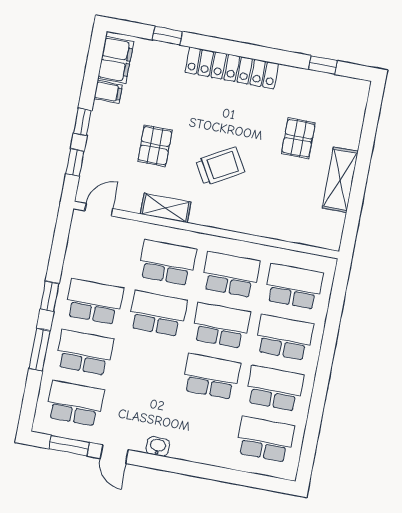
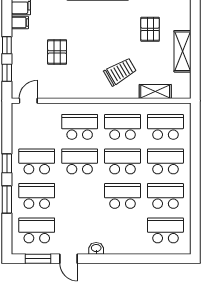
trolley: (220, 166) -> (120, 72), moved
shelving: (166, 208) -> (155, 91), moved

